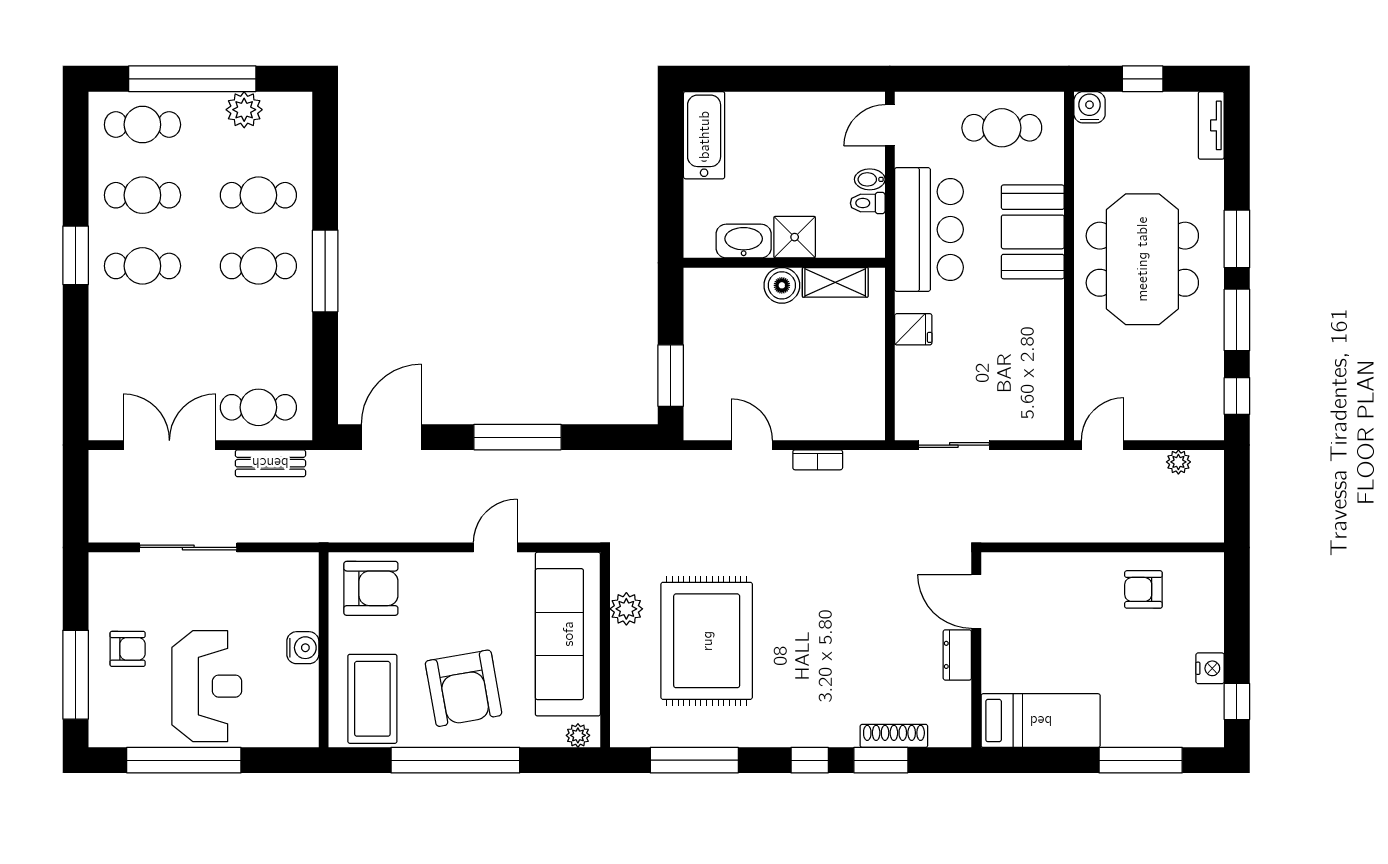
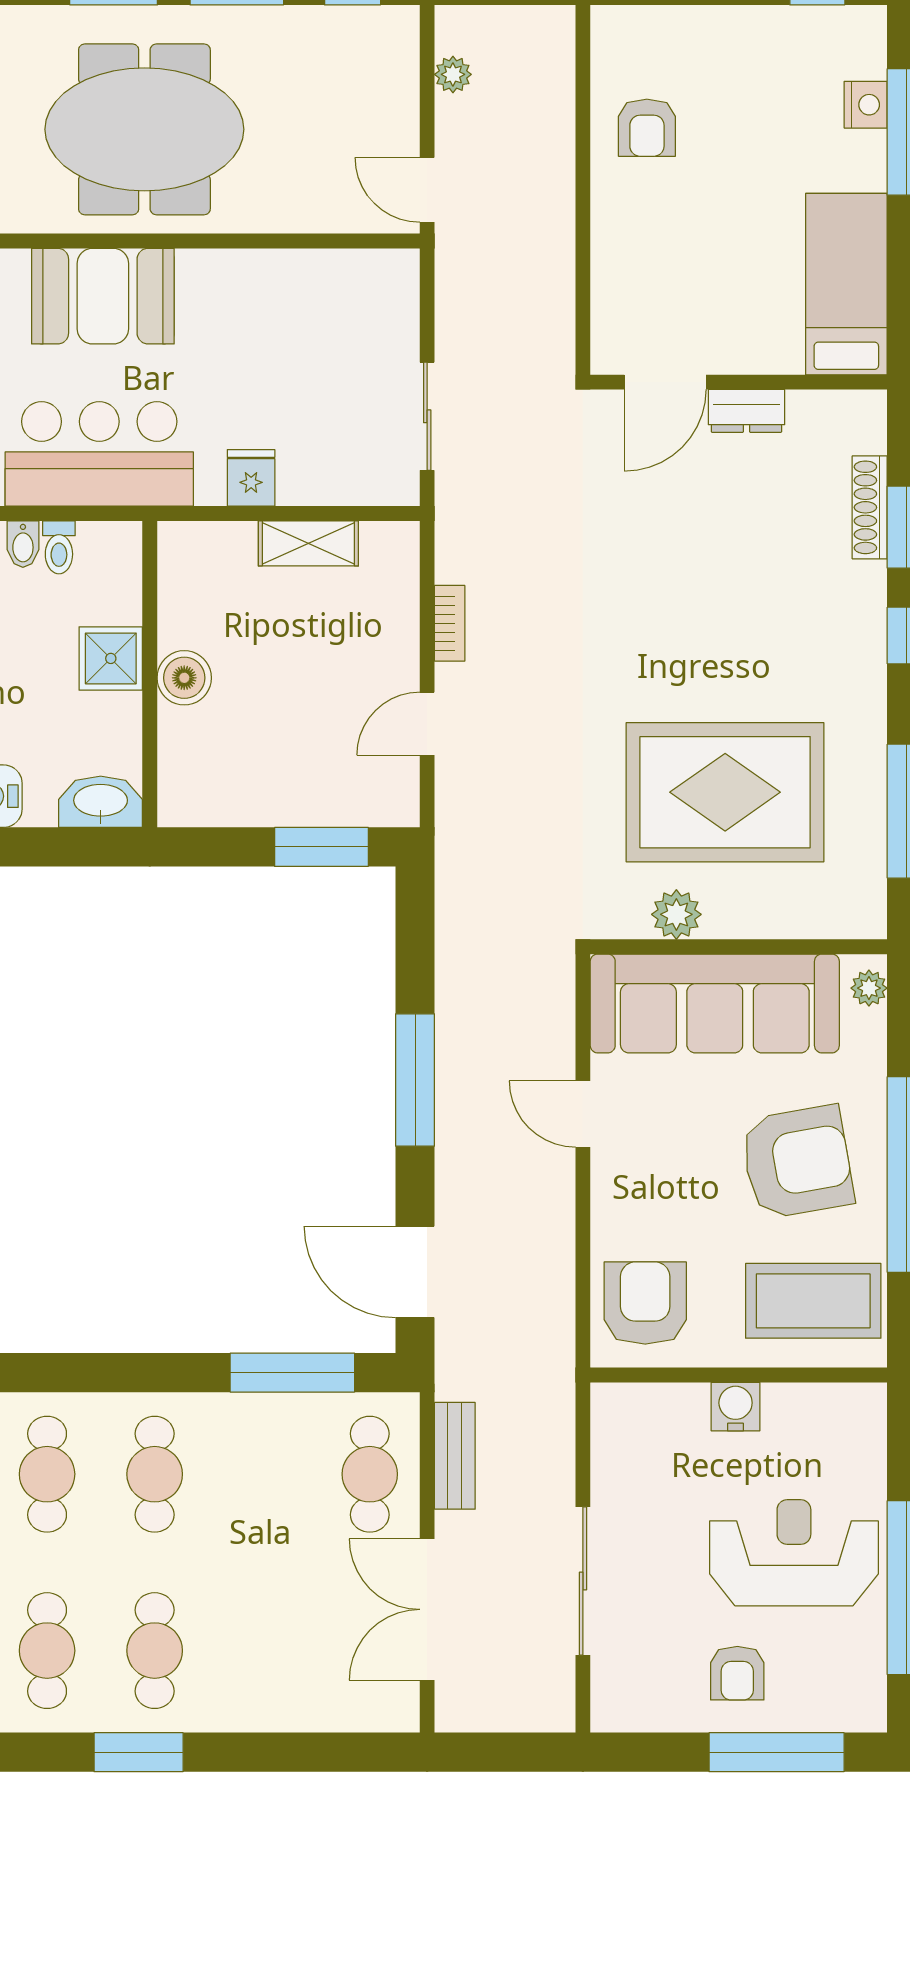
washbasin: (744, 241) -> (101, 802), moved, turned 90
window: (325, 271) -> (292, 1373), moved
shelving: (835, 282) -> (308, 543), moved, turned 90
armchair: (128, 649) -> (737, 1673), turned 180
nightstand: (1210, 668) -> (866, 105), moved, turned 90

